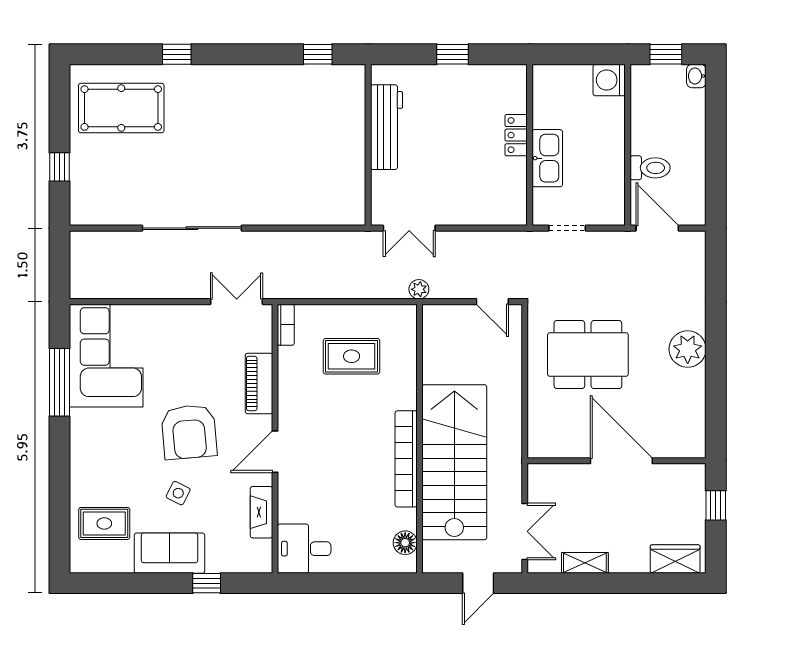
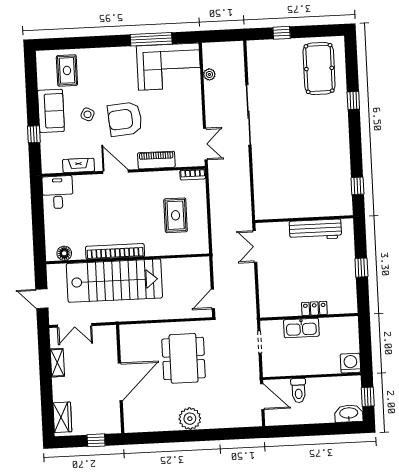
washbasin: (696, 76) -> (349, 413), width x1.91, depth x1.45
door: (657, 228) -> (262, 397), hinge flipped
plant: (419, 289) -> (209, 74), moved

